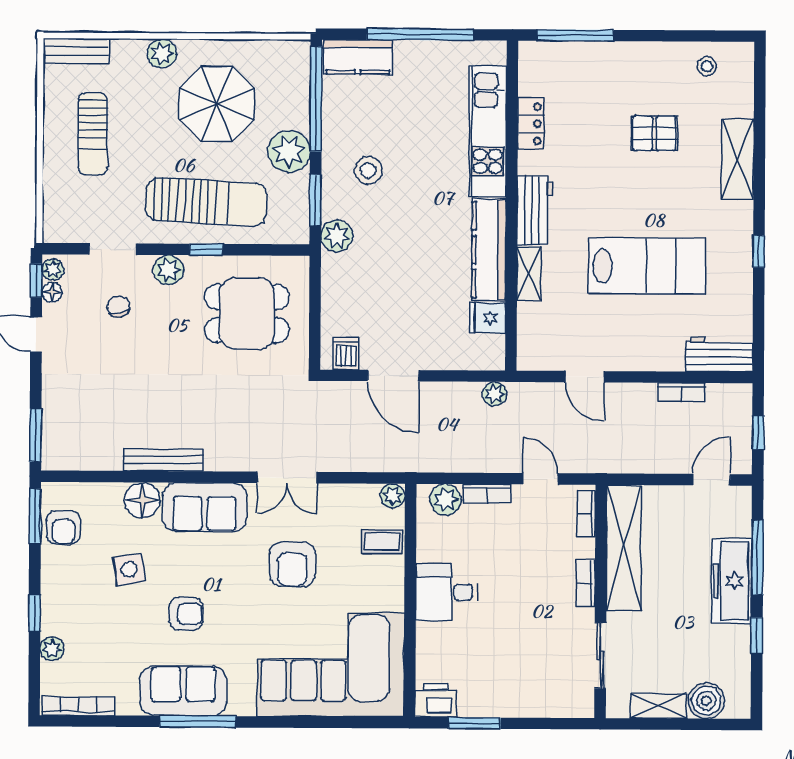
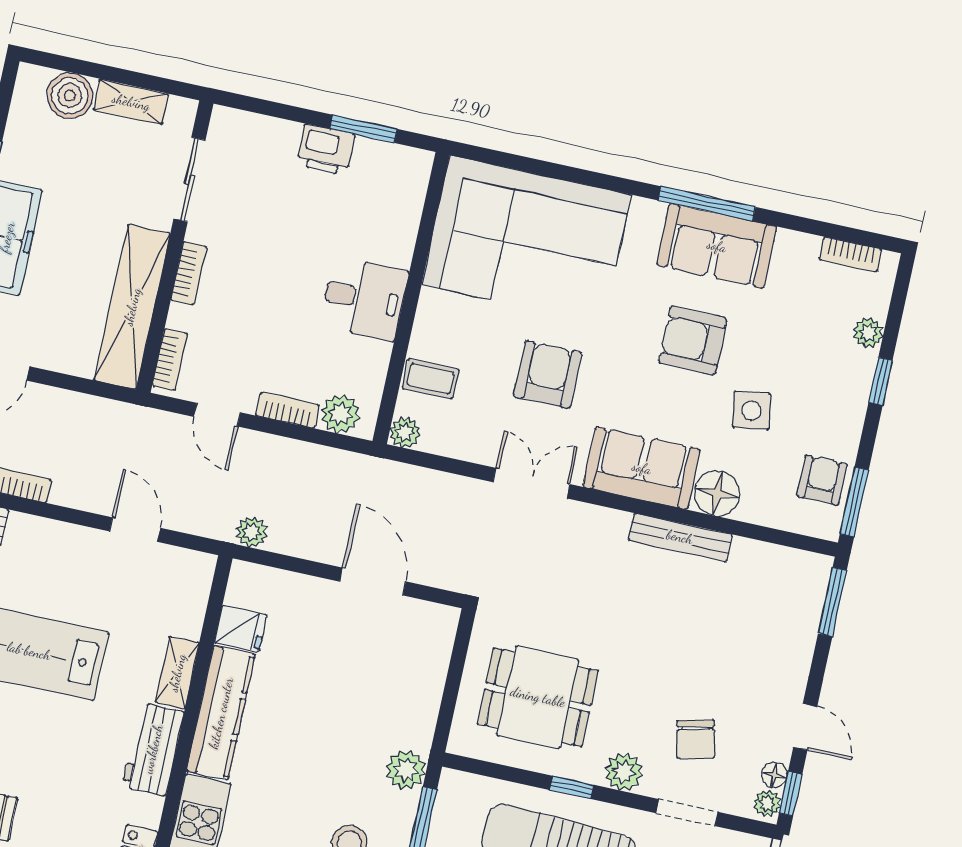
chair: (118, 307) -> (696, 739), width x1.37, depth x1.37
dishwasher: (346, 354) -> (425, 621), removed
armchair: (186, 614) -> (693, 341), width x1.38, depth x1.38
printer: (436, 700) -> (326, 150), moved
bookcase: (79, 706) -> (850, 255), width x0.64

